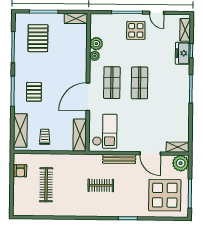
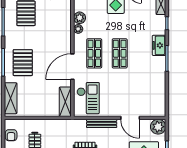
freezer: (183, 53) -> (159, 45), moved
pallet: (34, 92) -> (23, 63), width x1.50, depth x1.42
trolley: (45, 137) -> (33, 104), removed
shelving: (178, 147) -> (155, 112), removed

